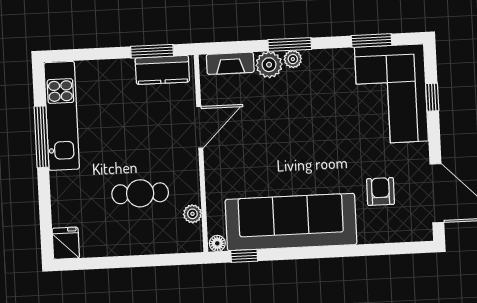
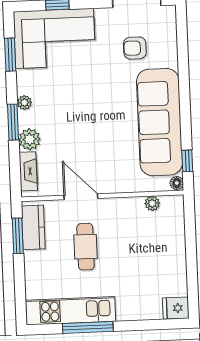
plant: (293, 59) -> (24, 103), moved
cafe table: (140, 193) -> (86, 247), moved

